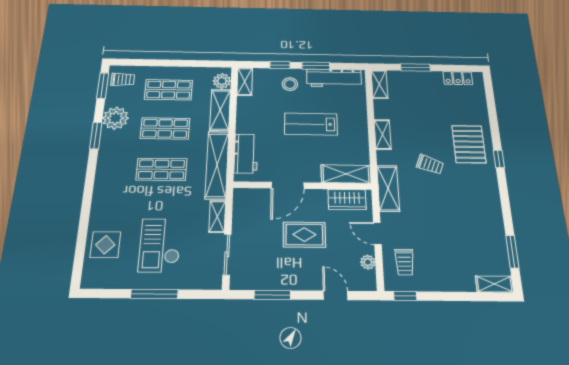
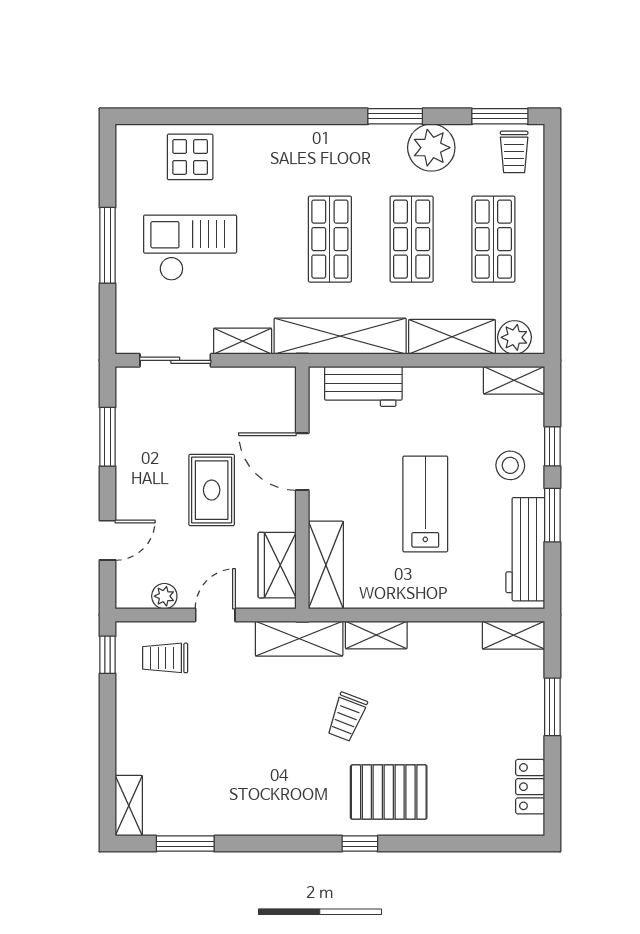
shelving: (383, 134) -> (376, 635), moved

